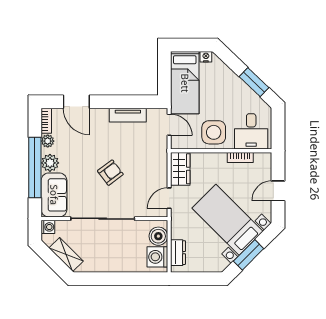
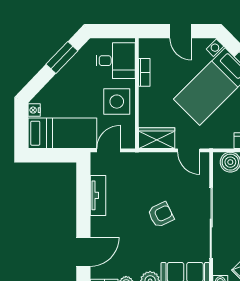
armchair: (110, 173) -> (161, 215), turned 101

